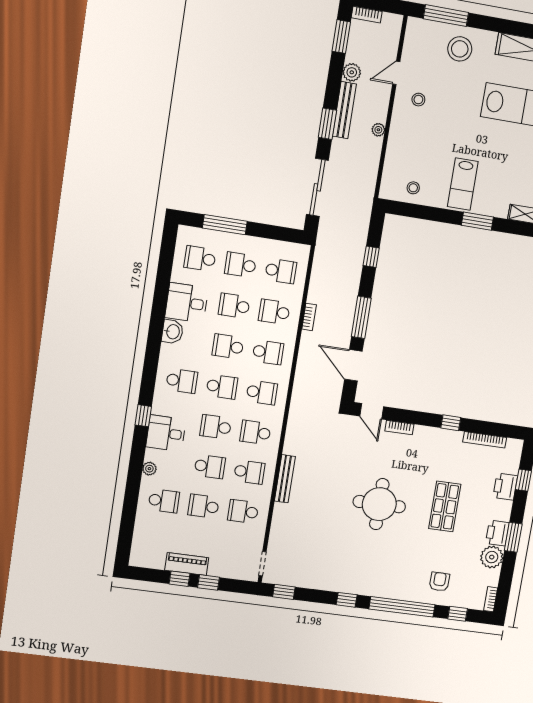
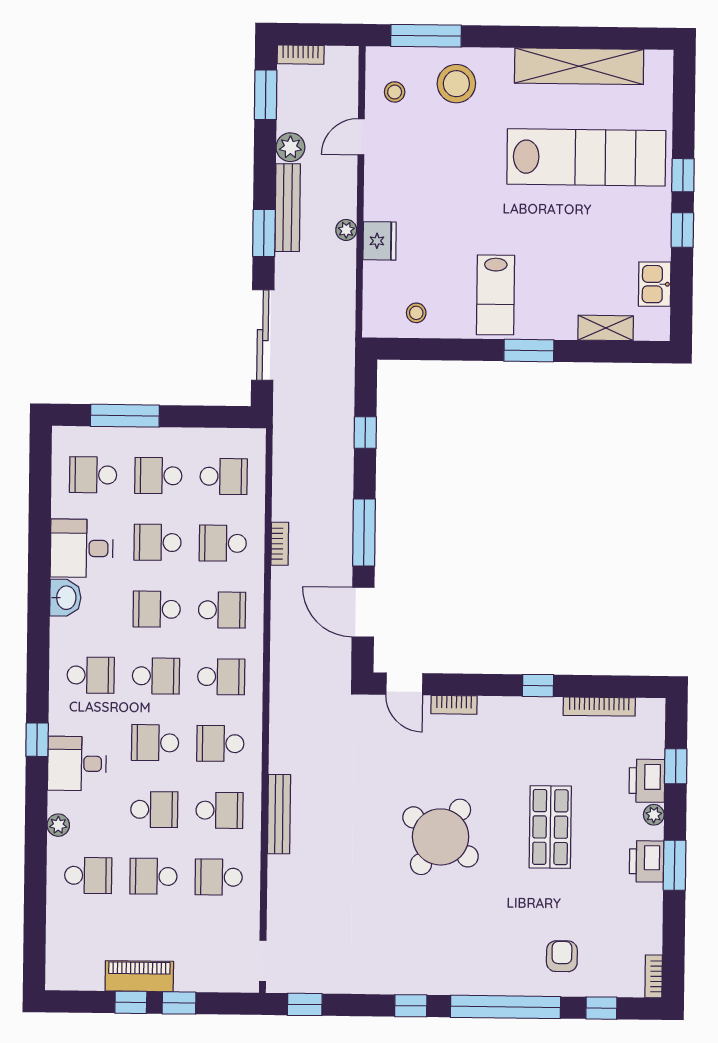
stool: (418, 100) -> (395, 92), moved
fridge: (398, 140) -> (380, 241), added
round table: (379, 504) -> (441, 837), turned 35
plant: (492, 557) -> (654, 815), moved, width x0.53, depth x0.53

